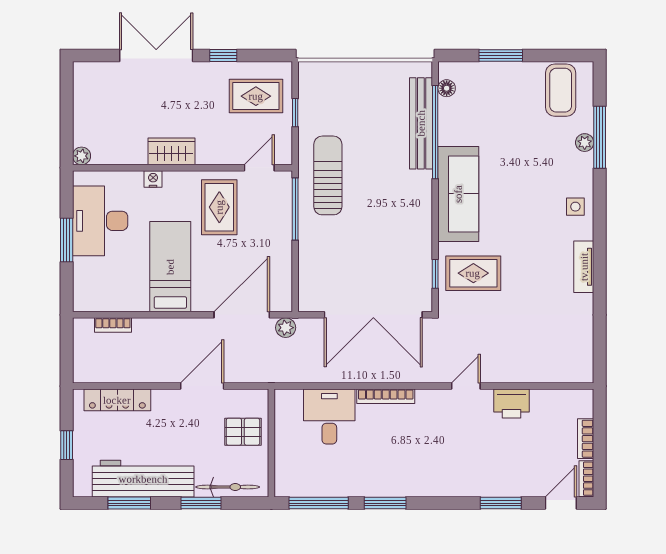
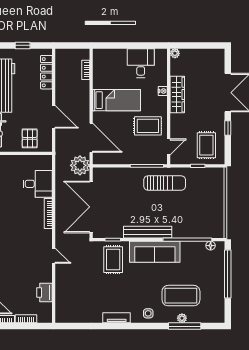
window: (501, 55) -> (228, 274), width x2.11
coffee table: (561, 90) -> (181, 296), moved, width x1.36, depth x1.32
bench: (421, 123) -> (148, 232), moved
wardrobe: (171, 151) -> (177, 95), width x1.50
door: (259, 168) -> (169, 147), hinge flipped
desk: (100, 221) -> (141, 63), width x0.73
window: (67, 240) -> (131, 45), removed
plant: (286, 328) -> (80, 165), width x1.88, depth x1.88
printer: (512, 403) -> (45, 292), moved

